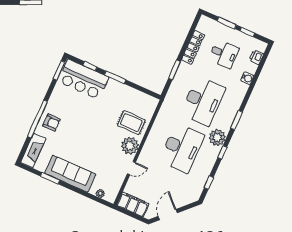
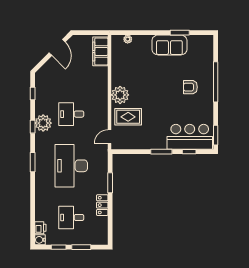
locker: (193, 47) -> (102, 205), width x0.66
water cooler: (247, 78) -> (40, 240), moved
armchair: (51, 123) -> (190, 87), moved
plant: (217, 137) -> (43, 123), moved
desk: (182, 148) -> (71, 114), width x0.53, depth x0.77
fireplace: (33, 150) -> (207, 51), removed
door: (131, 168) -> (109, 137), moved
sofa: (70, 174) -> (169, 45), width x0.73
filing cabinet: (133, 204) -> (100, 51), moved, turned 90

